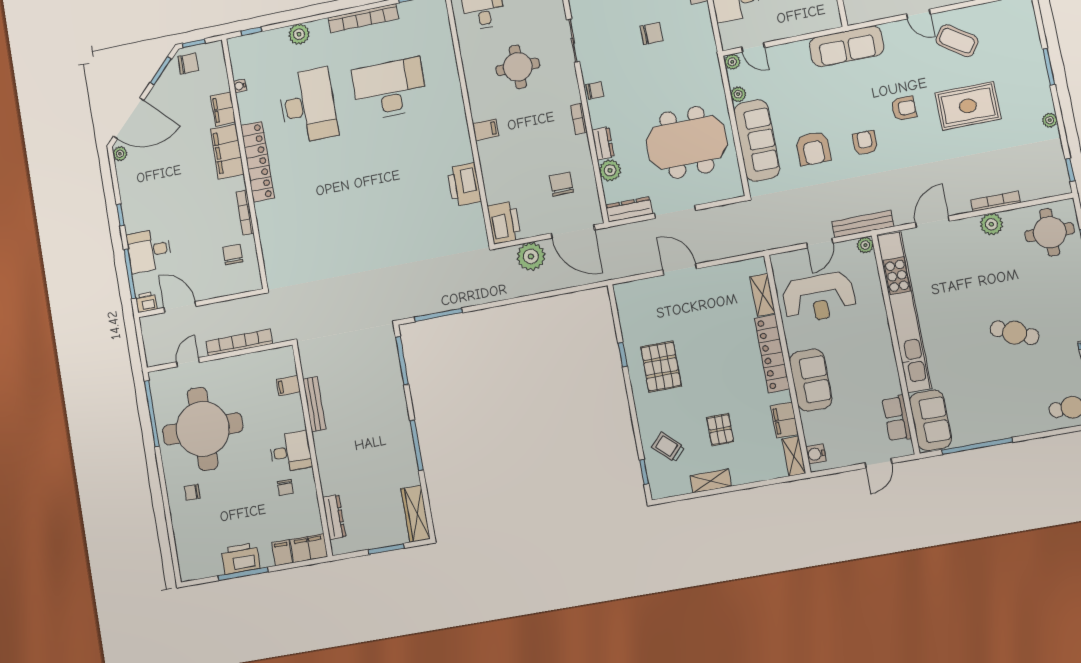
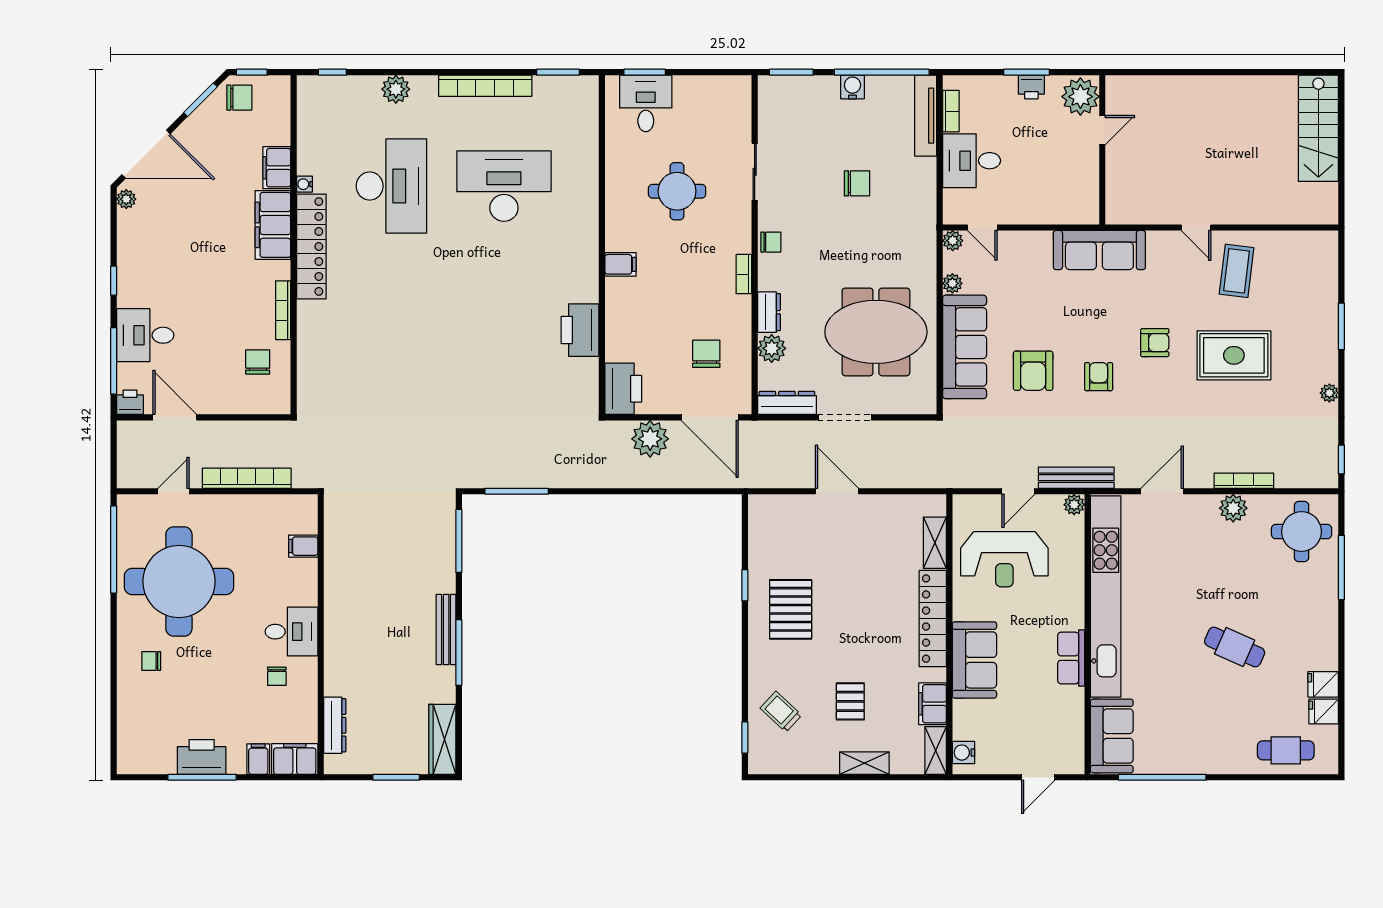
coffee table: (957, 41) -> (1237, 271), turned 62
water cooler: (240, 86) -> (305, 184), moved
bench: (314, 404) -> (446, 630), moved
row of seats: (897, 418) -> (1071, 658), moved
shelving: (711, 481) -> (864, 763), moved

